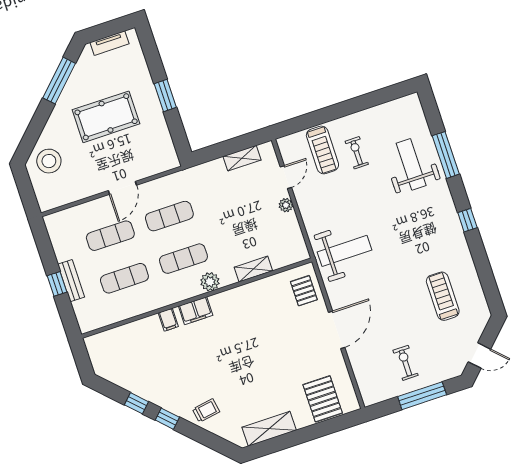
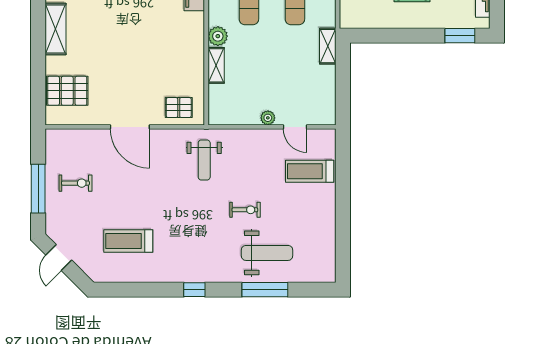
window: (165, 95) -> (460, 36), moved
exercise bike: (357, 153) -> (245, 210), moved
shelving: (242, 158) -> (328, 46), moved
weight bench: (345, 251) -> (204, 160), width x0.73, depth x0.75
plant: (210, 282) -> (218, 36), moved
treadmill: (443, 296) -> (128, 241), turned 180

